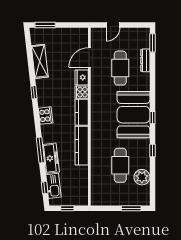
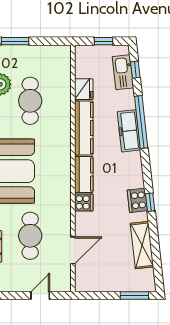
fridge: (82, 77) -> (84, 89), moved
cooker: (46, 116) -> (137, 200), moved
window: (40, 150) -> (141, 122), width x1.46
freezer: (51, 158) -> (129, 131), moved

